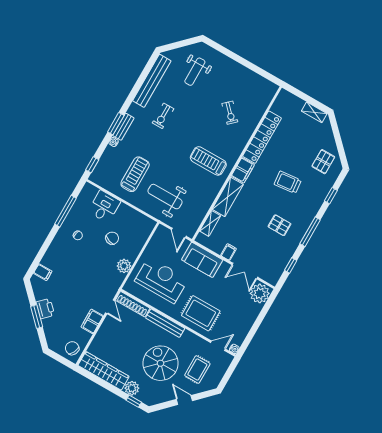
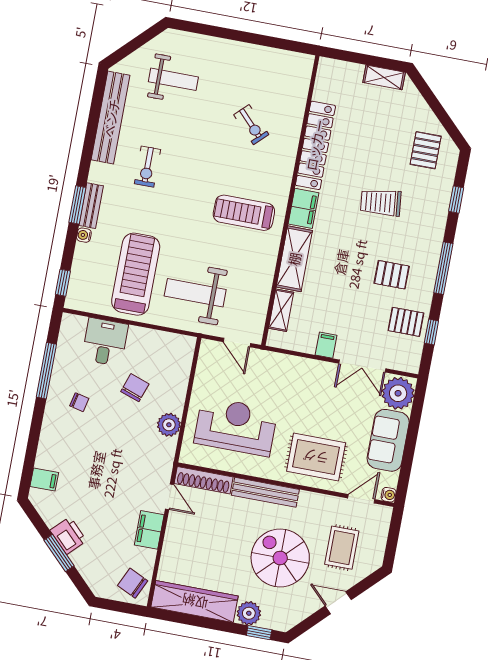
weight bench: (195, 72) -> (173, 79), turned -90
treadmill: (135, 174) -> (136, 274), width x1.37, depth x1.38
pallet: (278, 255) -> (406, 322), added
sofa: (202, 260) -> (388, 440), moved, turned 90

